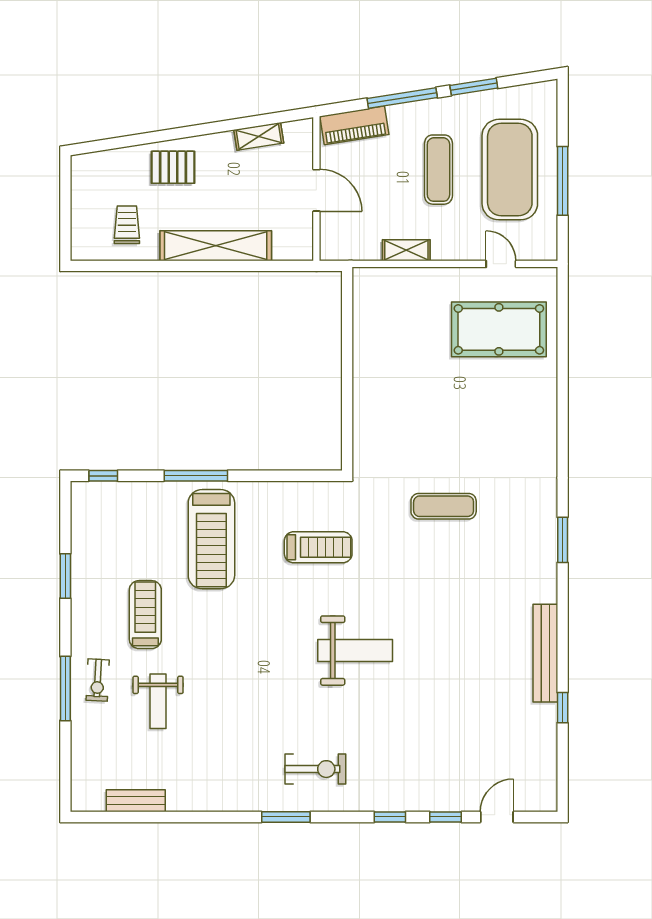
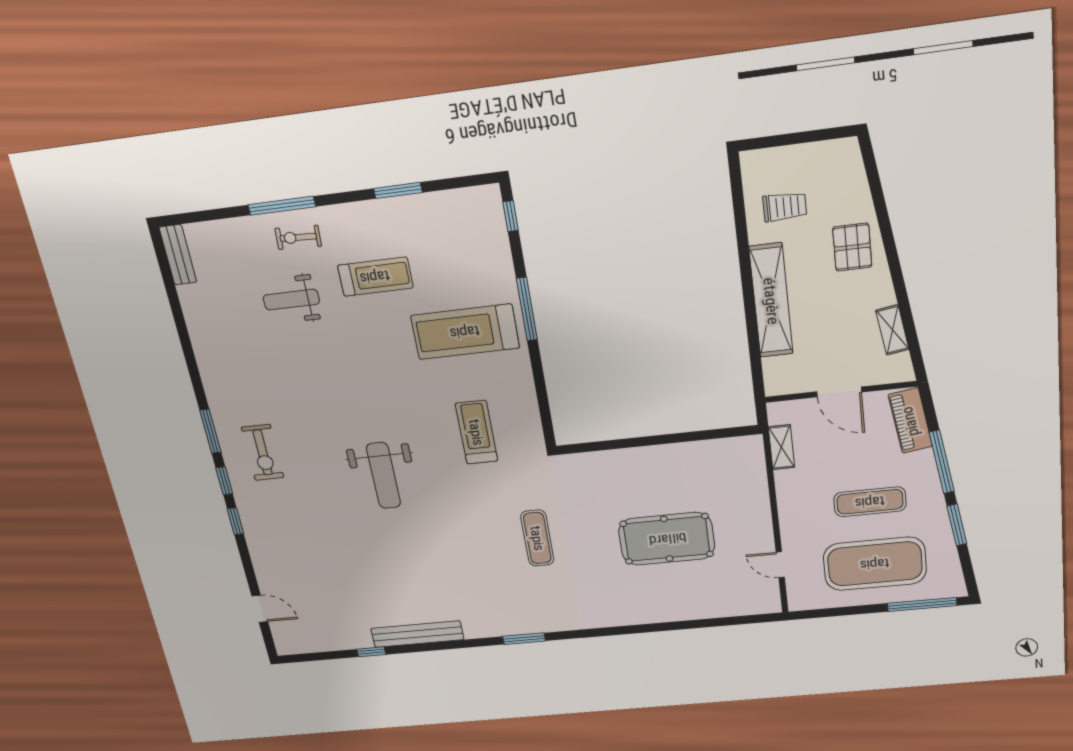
window: (563, 181) -> (922, 604), moved
door: (316, 190) -> (839, 392), hinge flipped
shelving: (406, 250) -> (781, 447), moved
door: (501, 264) -> (780, 565), swing flipped
pool table: (499, 329) -> (667, 539), moved, turned 90
treadmill: (318, 547) -> (476, 432), turned 180
bench: (136, 801) -> (178, 255), moved
window: (445, 817) -> (224, 481), moved

